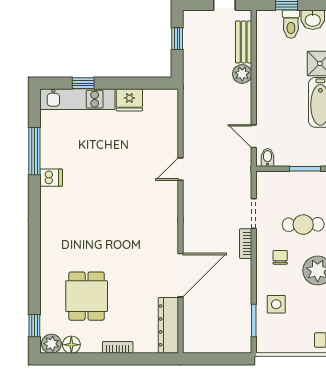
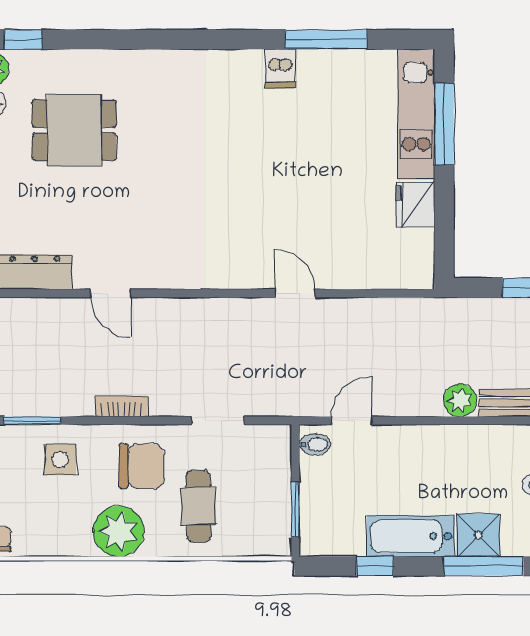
window: (83, 83) -> (444, 124), width x2.17
bookcase: (246, 244) -> (122, 406), moved
chair: (280, 257) -> (142, 466), width x1.87, depth x1.87
door: (181, 275) -> (111, 293), width x0.53

